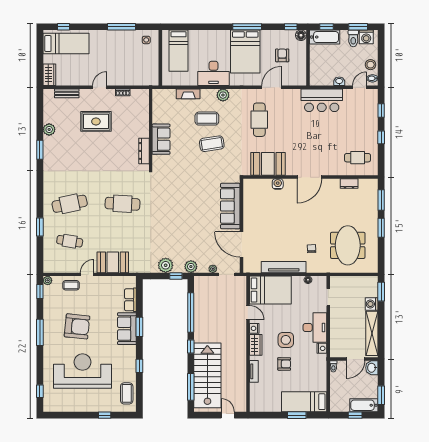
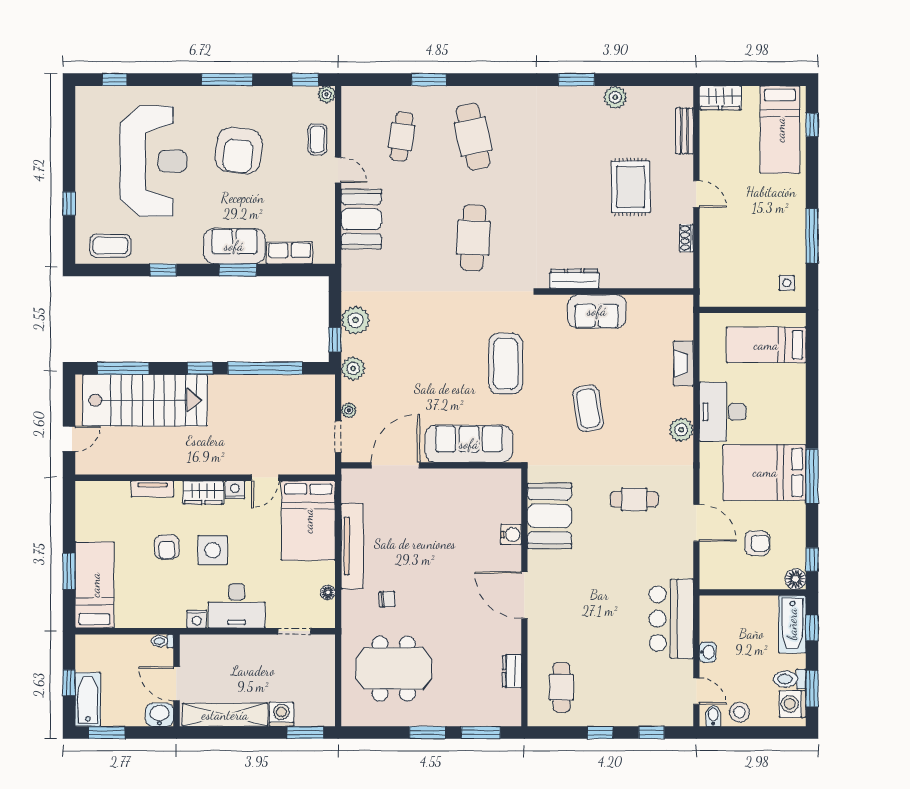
coffee table: (207, 119) -> (506, 364), moved, width x1.36, depth x1.32
cafe table: (259, 120) -> (634, 499), width x0.73, depth x0.74

